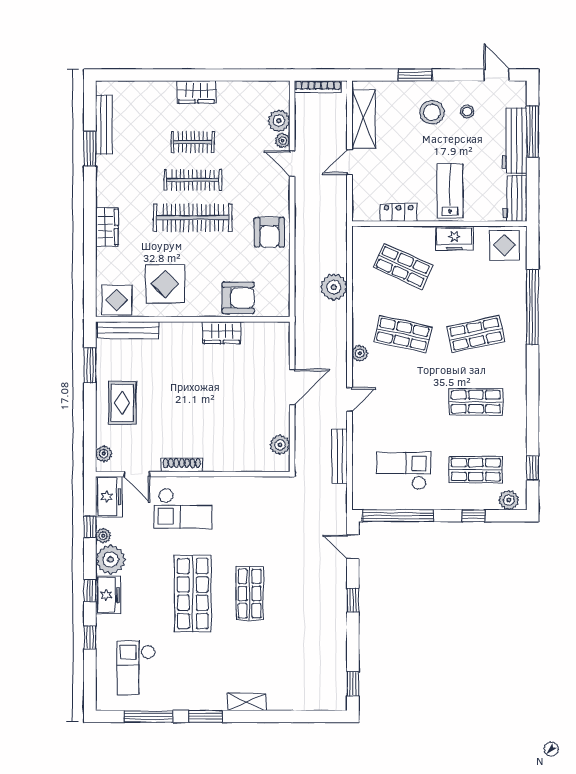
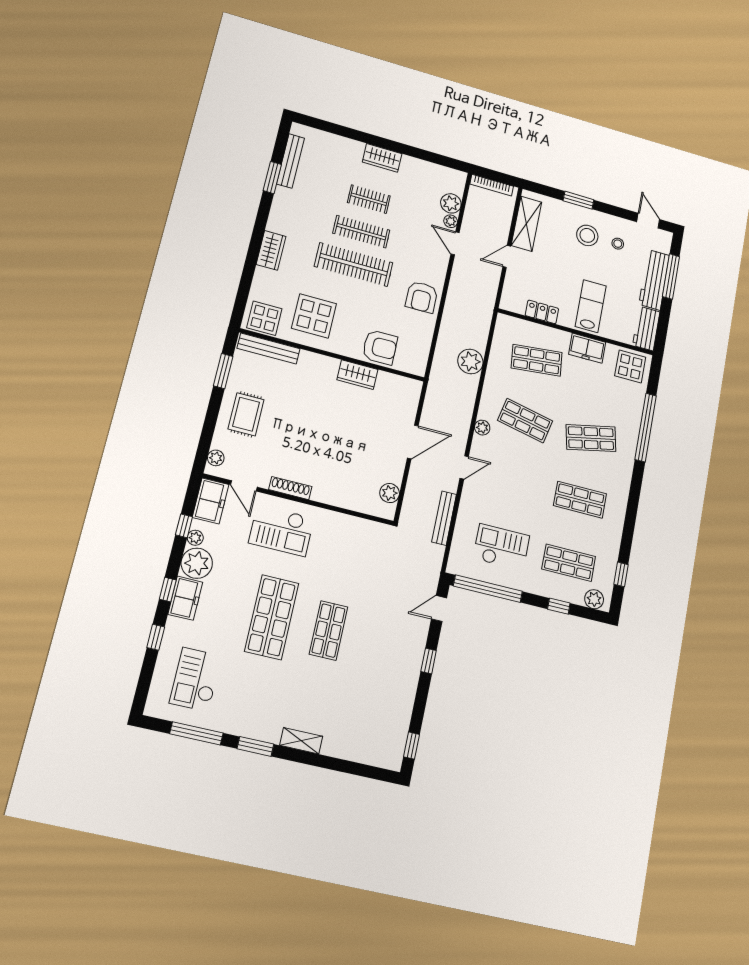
shop shelf: (403, 266) -> (537, 360), turned -30
door: (353, 547) -> (439, 608), hinge flipped

